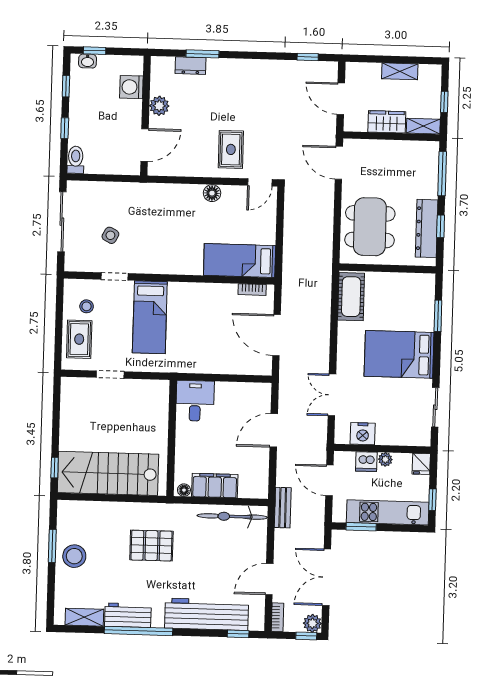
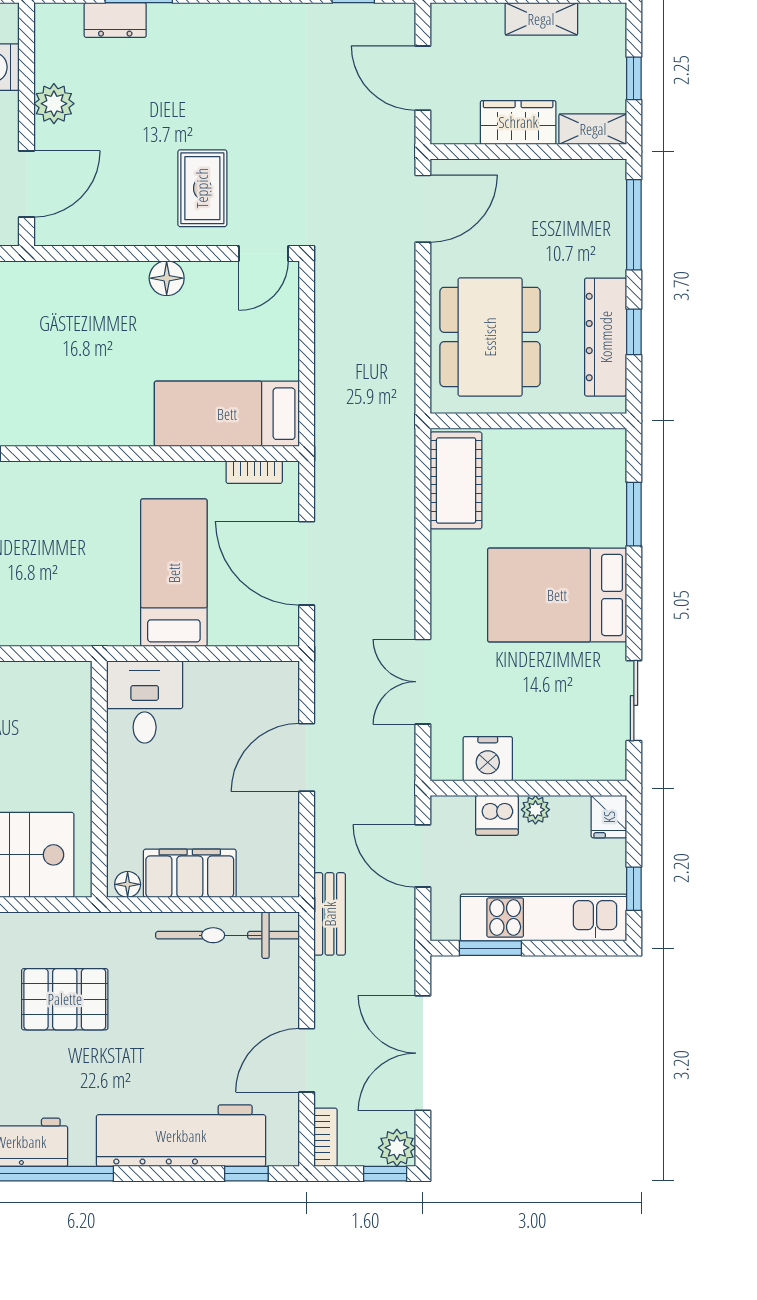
door: (339, 163) -> (423, 209), swing flipped
bed: (150, 317) -> (174, 573), moved, turned 180

